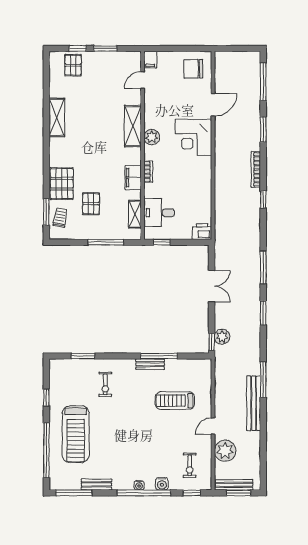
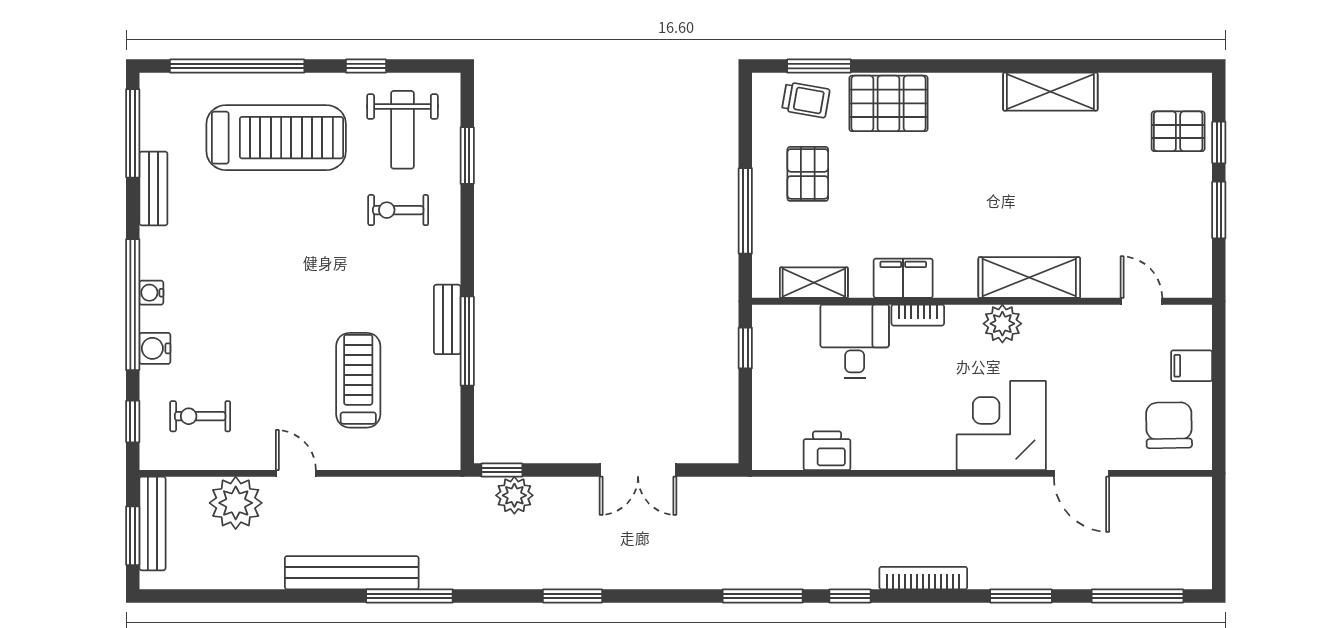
filing cabinet: (150, 60) -> (1192, 366), moved
pallet: (91, 204) -> (808, 174), moved, turned 90
desk: (159, 213) -> (855, 341), moved
printer: (202, 232) -> (827, 451), moved, turned -90
window: (263, 267) -> (763, 596), moved
weight bench: (72, 383) -> (402, 130), added
treadmill: (76, 434) -> (276, 138), turned 180

